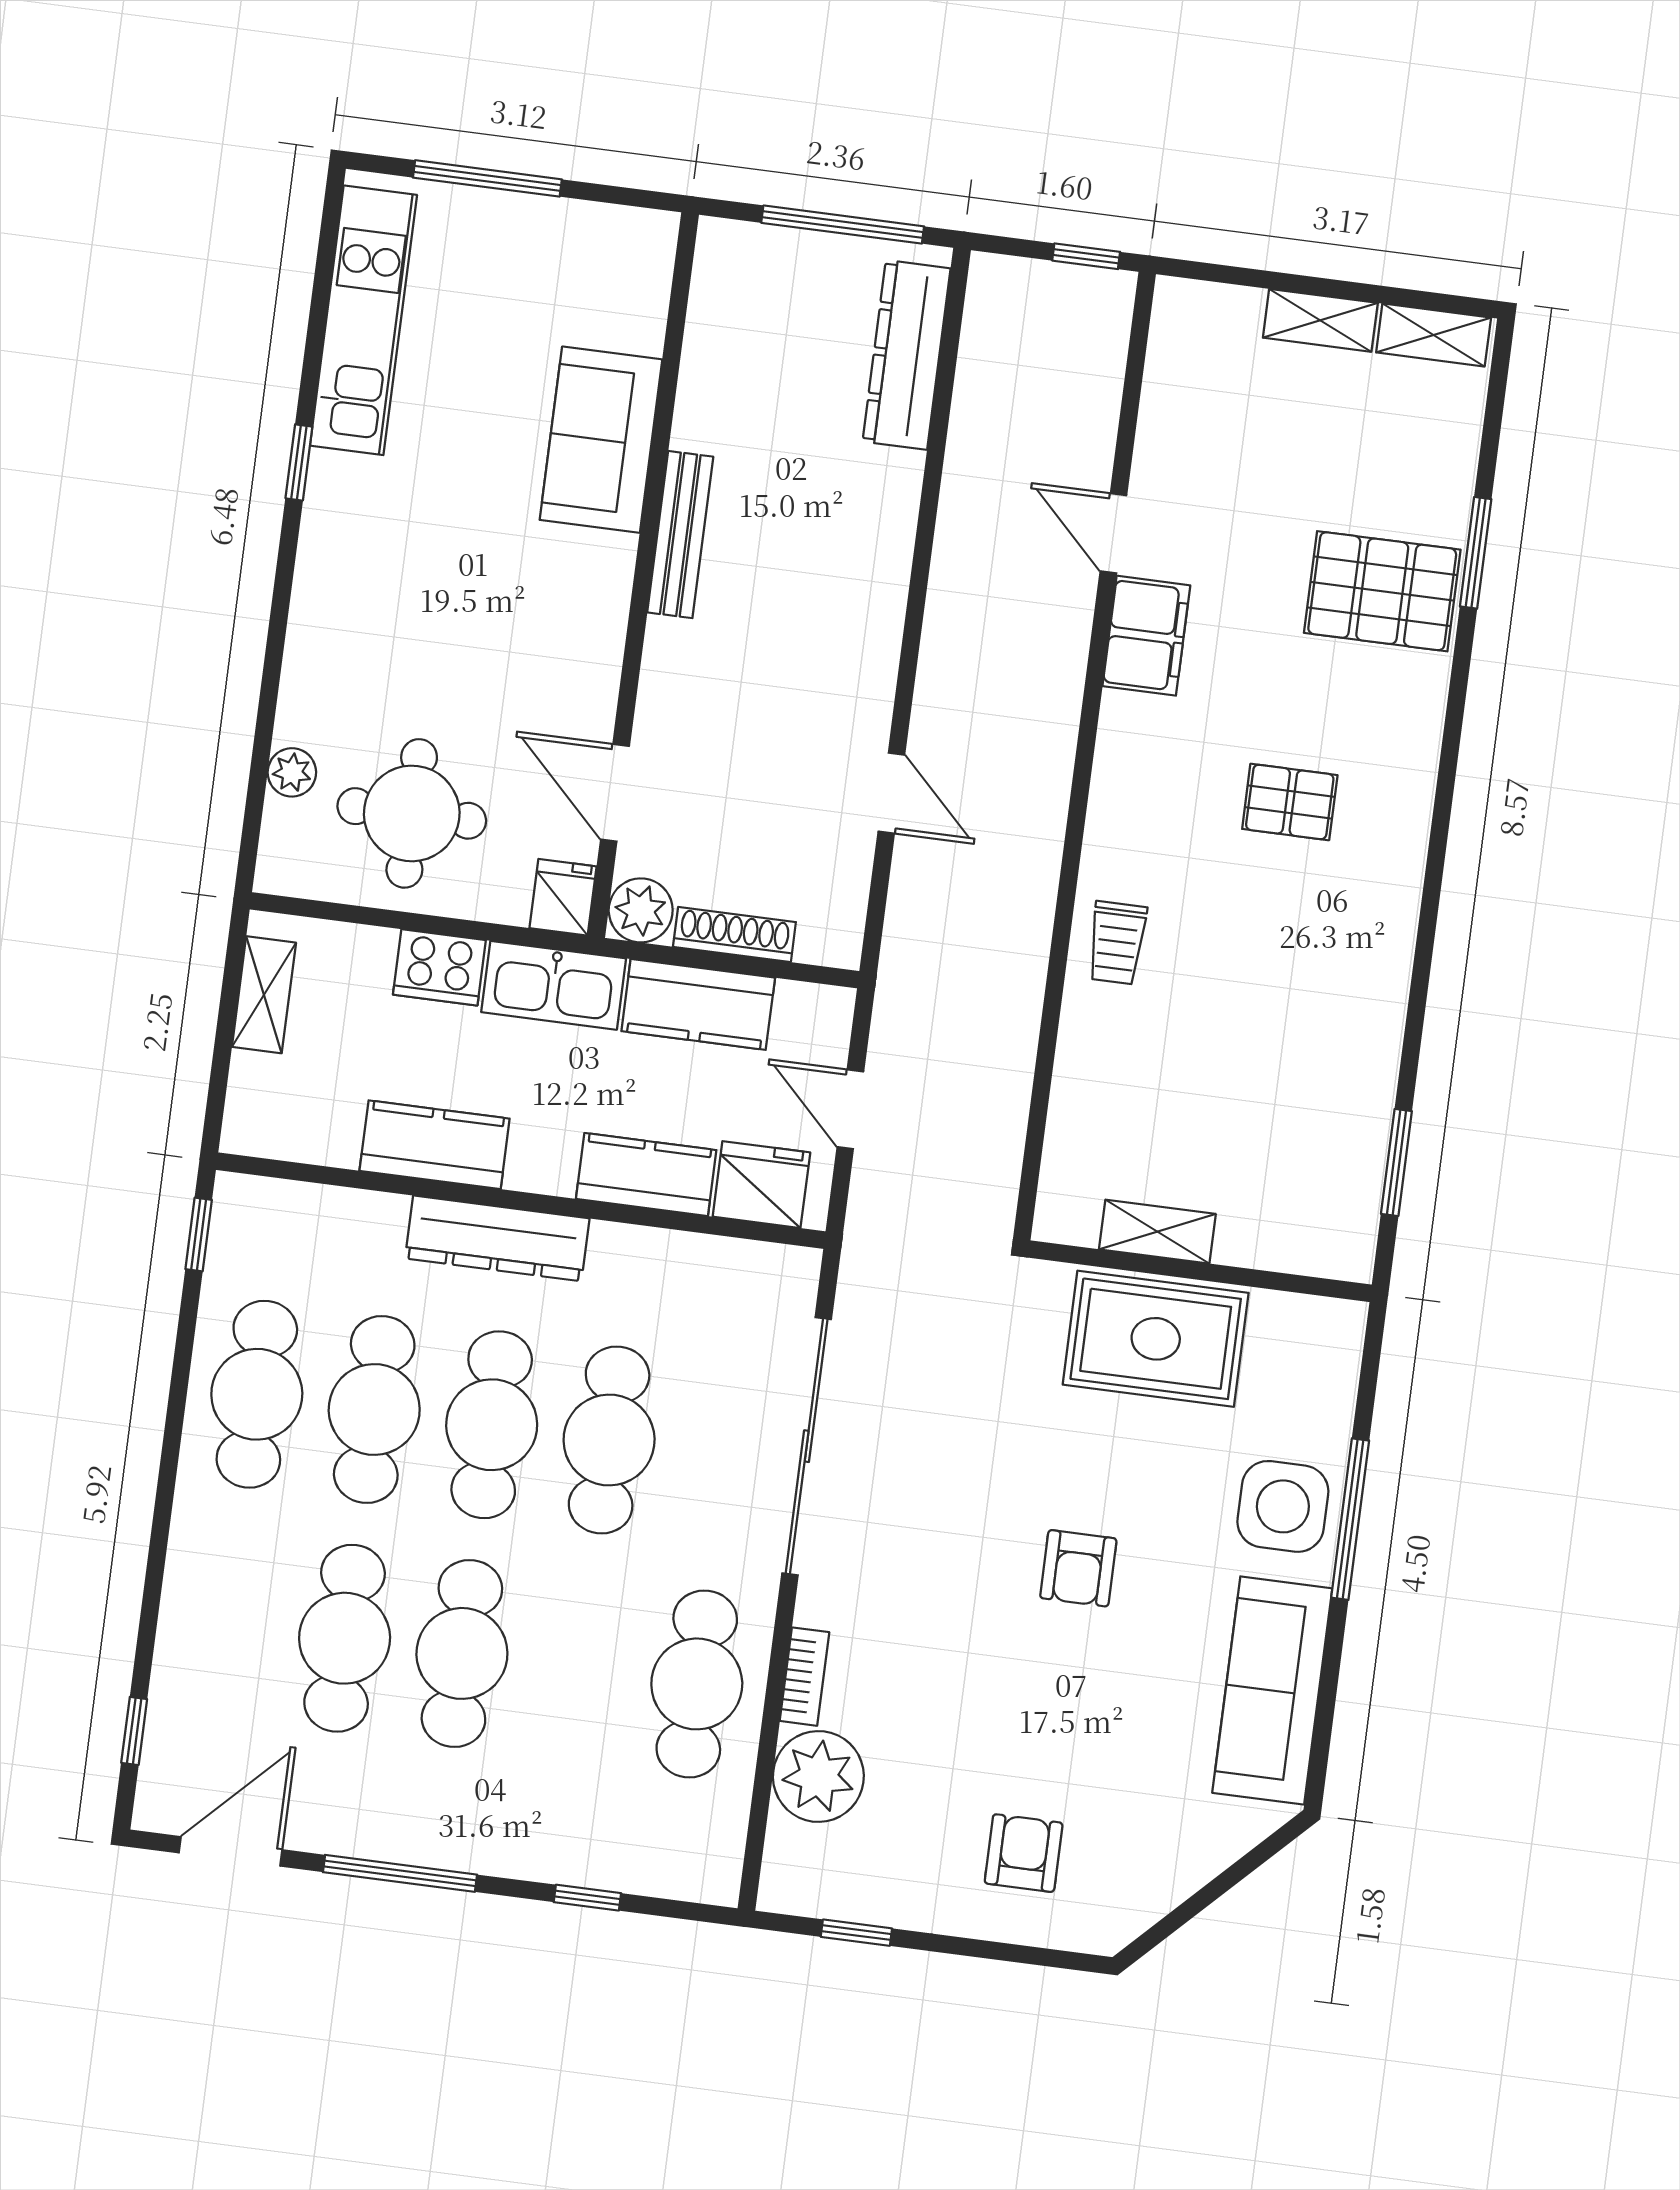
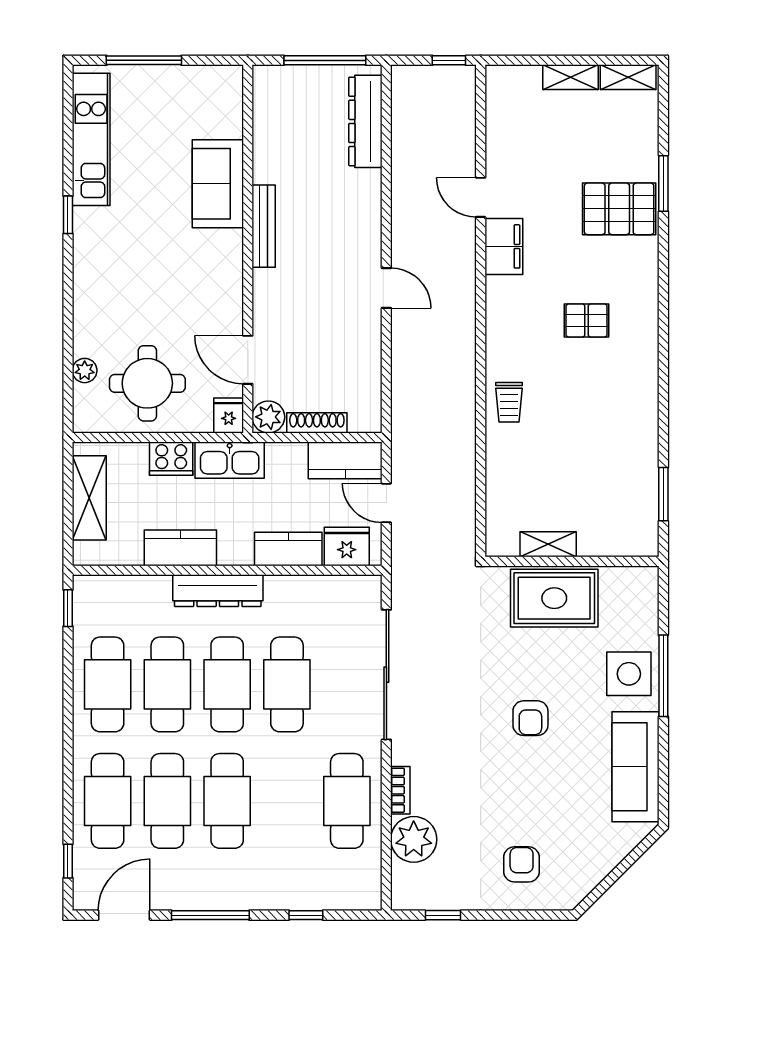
door: (891, 793) -> (386, 288), moved
shelving: (264, 995) -> (89, 498), width x1.50, depth x1.33
kitchen counter: (698, 1004) -> (345, 460), moved
cafe table: (227, 1623) -> (108, 801), added

